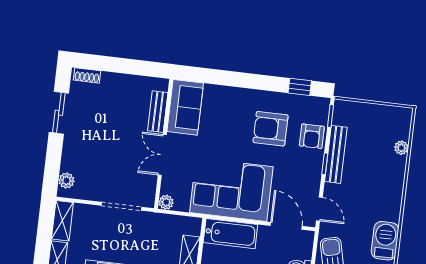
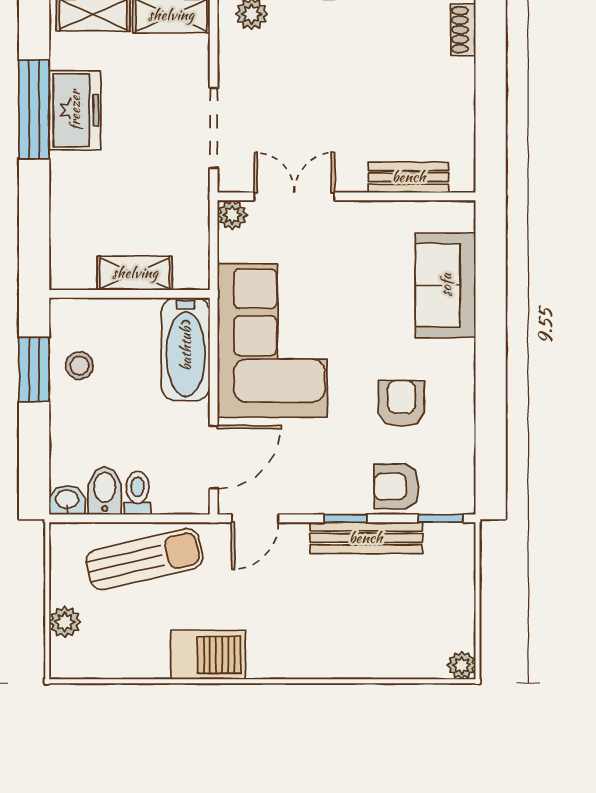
window: (300, 87) -> (491, 451), removed
sofa: (185, 107) -> (446, 285), moved, turned 90
armchair: (271, 129) -> (401, 403), width x0.72, depth x0.72
plant: (401, 148) -> (462, 665), moved
double door: (162, 155) -> (294, 196), moved

